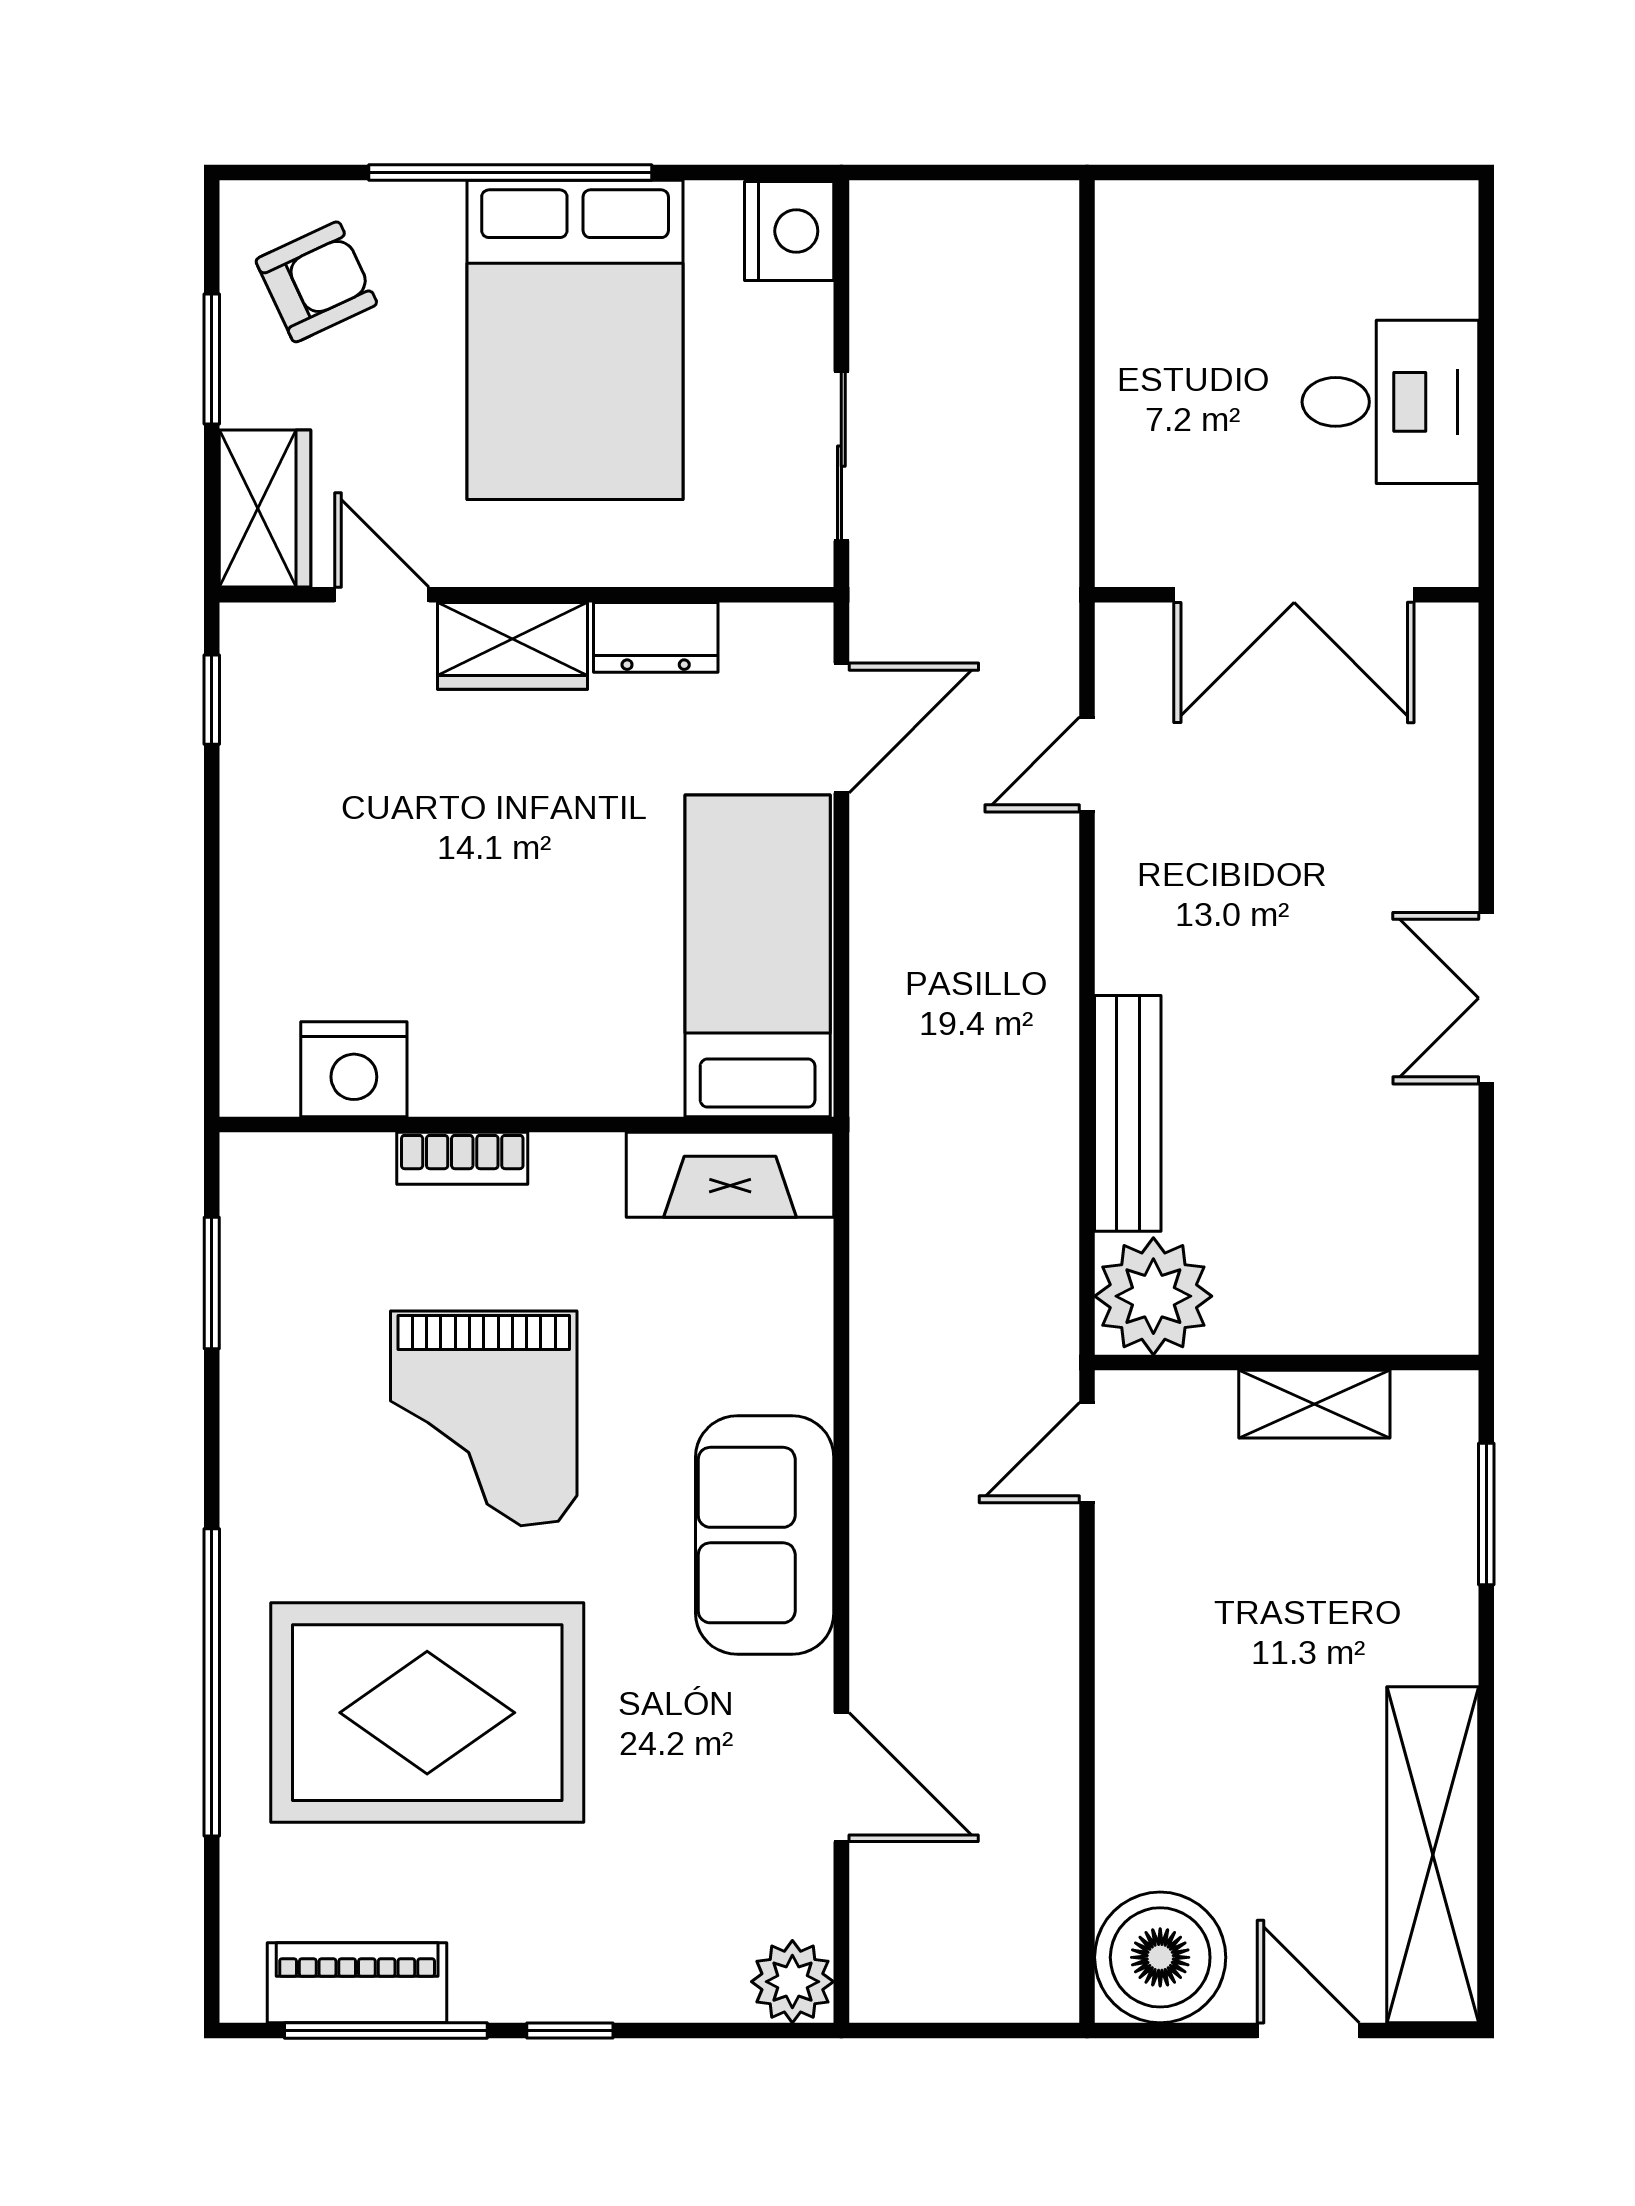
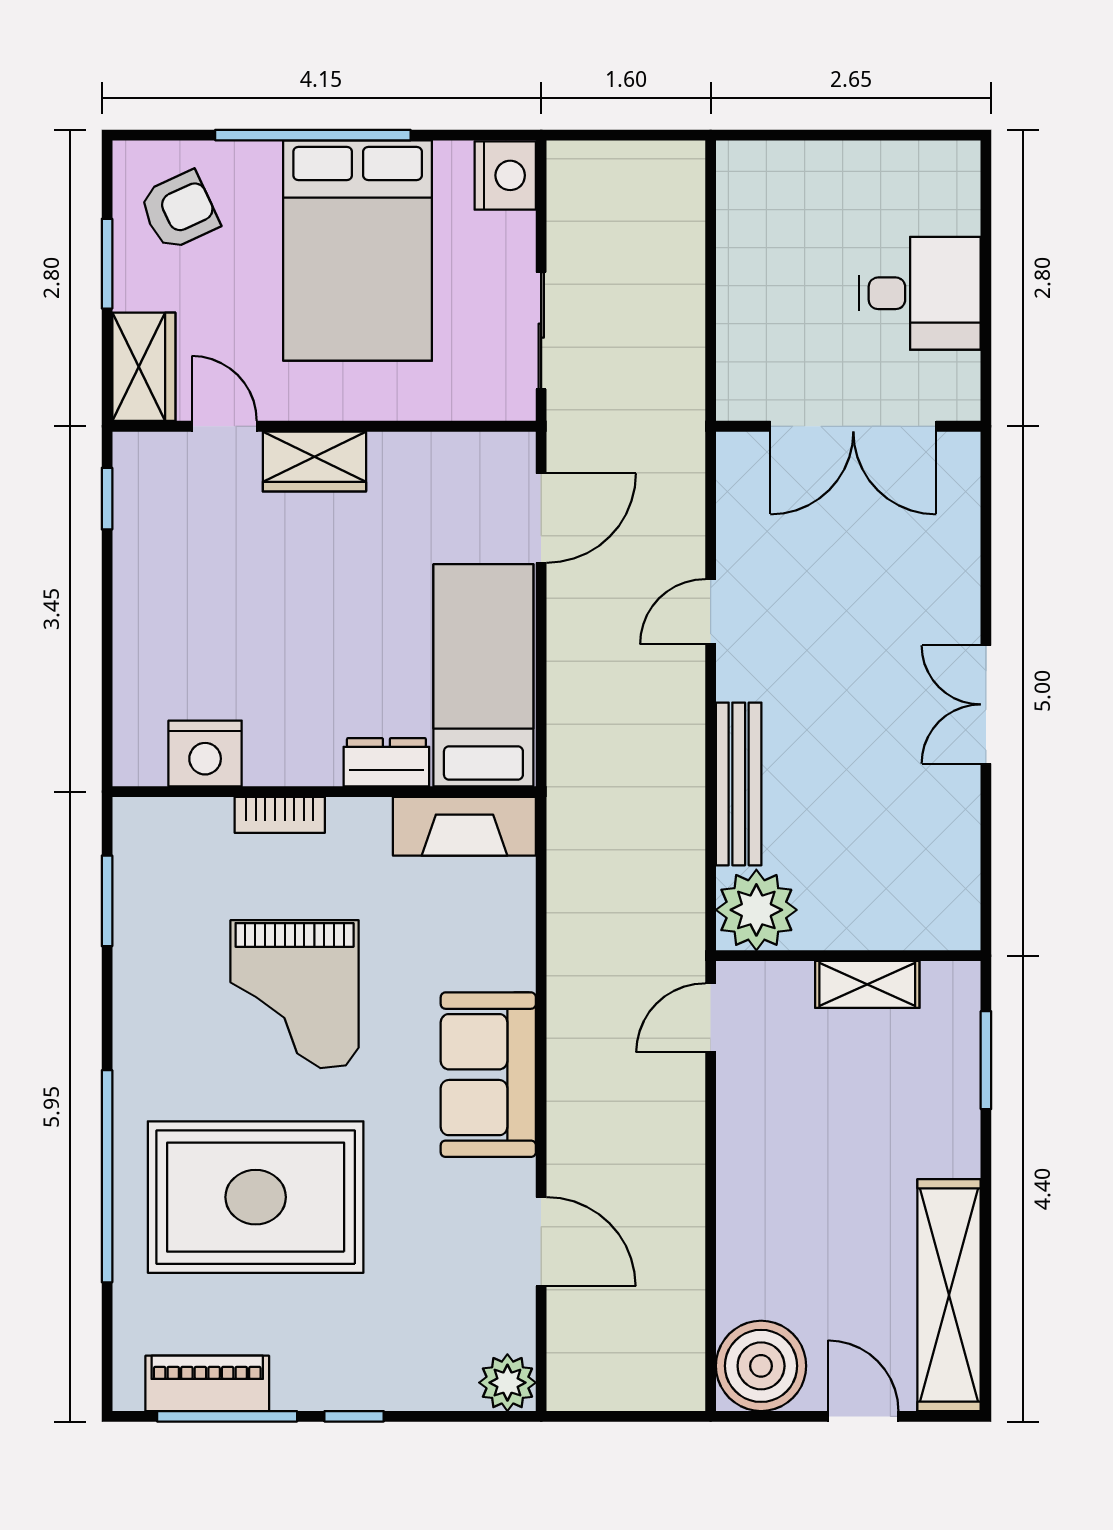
dresser: (656, 637) -> (386, 762), moved, turned 180
door: (1087, 765) -> (711, 612), moved

